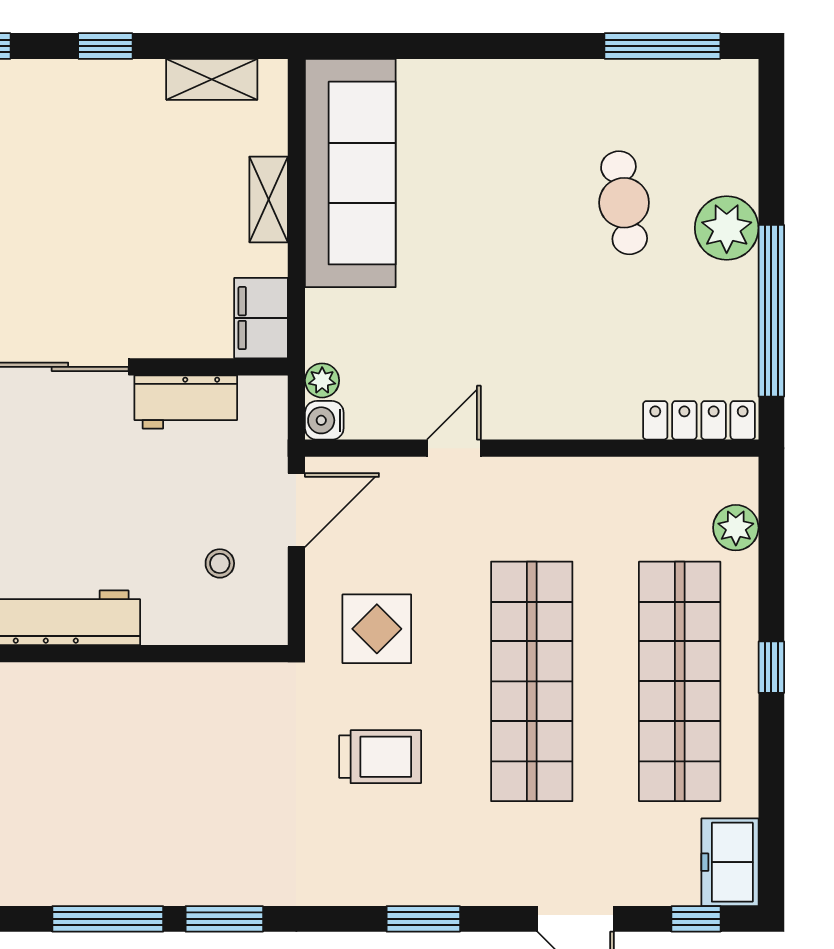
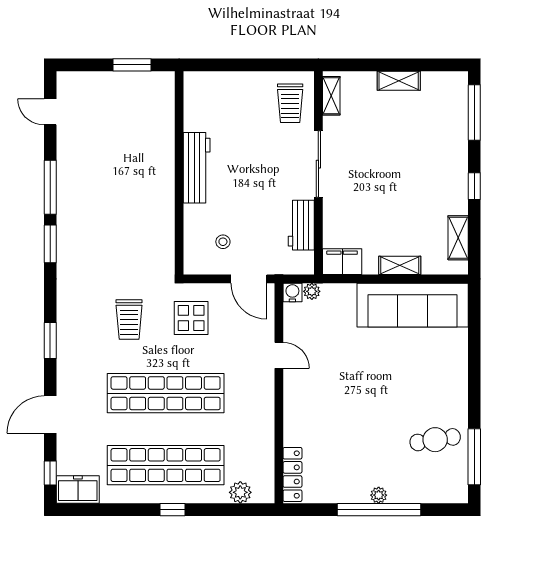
cafe table: (624, 203) -> (435, 440), moved
plant: (727, 228) -> (379, 495), width x0.53, depth x0.53
window: (771, 311) -> (379, 510), moved

